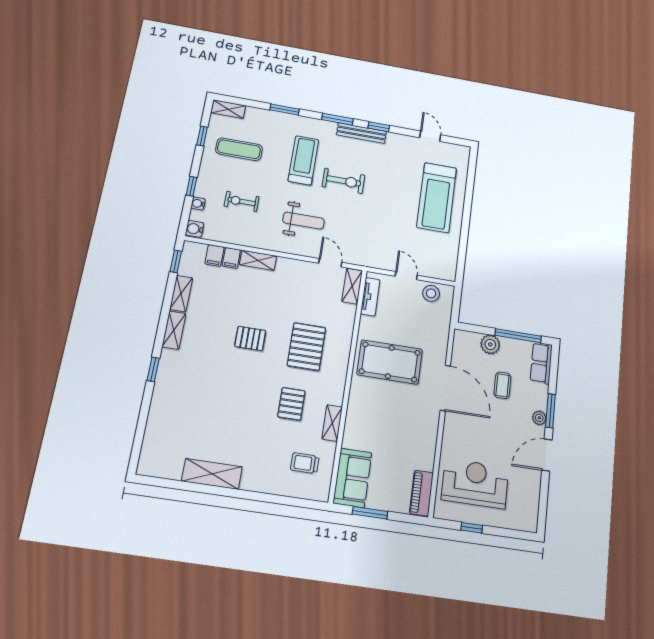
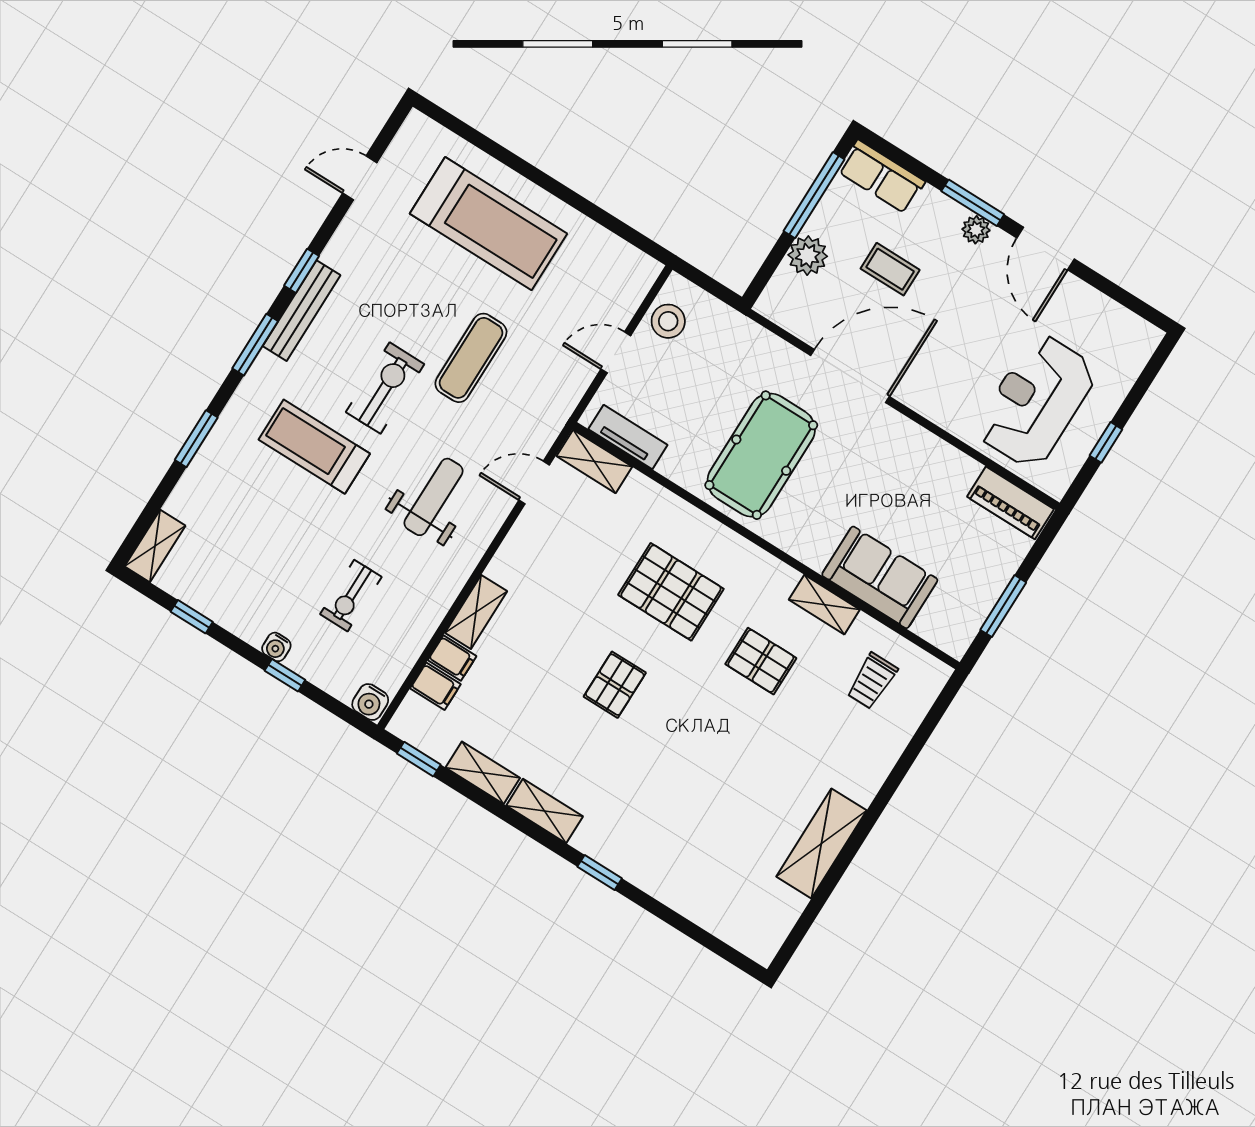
exercise mat: (239, 149) -> (471, 358), moved
water cooler: (198, 204) -> (276, 647), moved
sofa: (352, 478) -> (880, 577), moved

